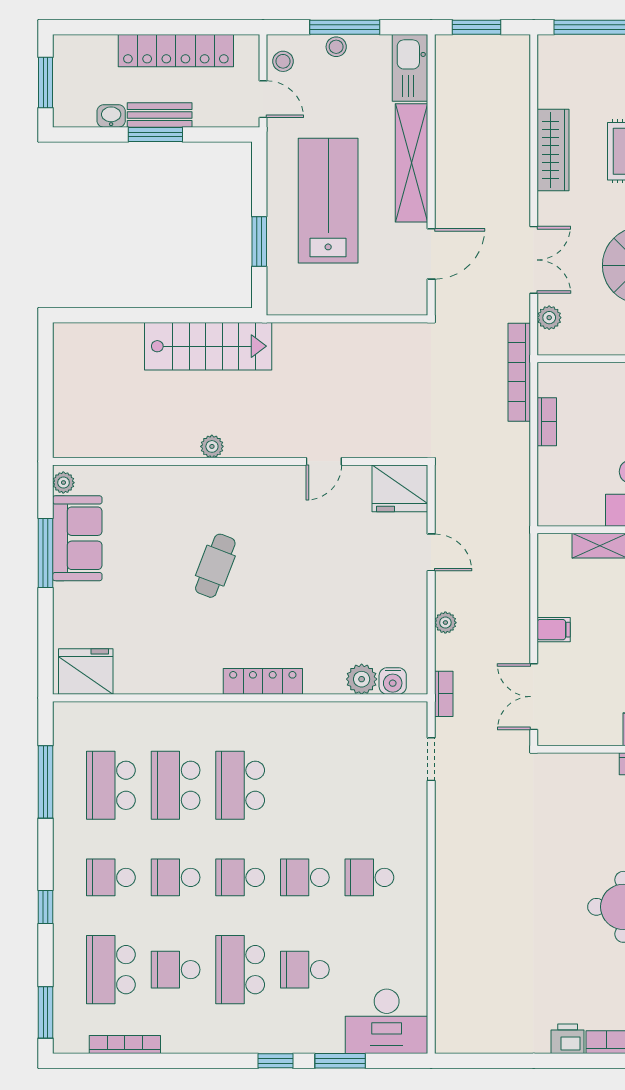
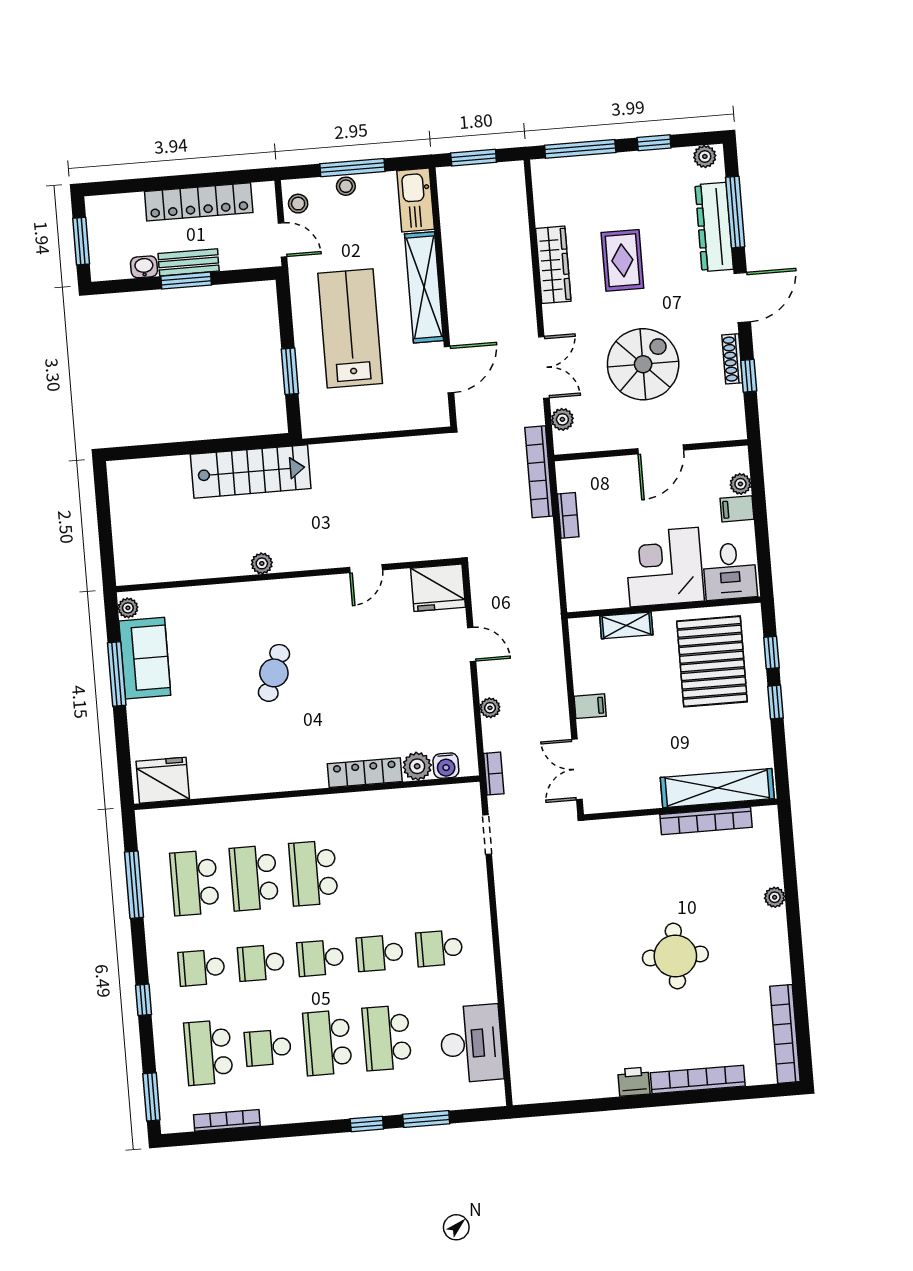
locker: (263, 681) -> (365, 773), moved
school desk: (305, 970) -> (387, 1038), width x1.85
desk: (387, 1021) -> (471, 1044), moved, turned -90

